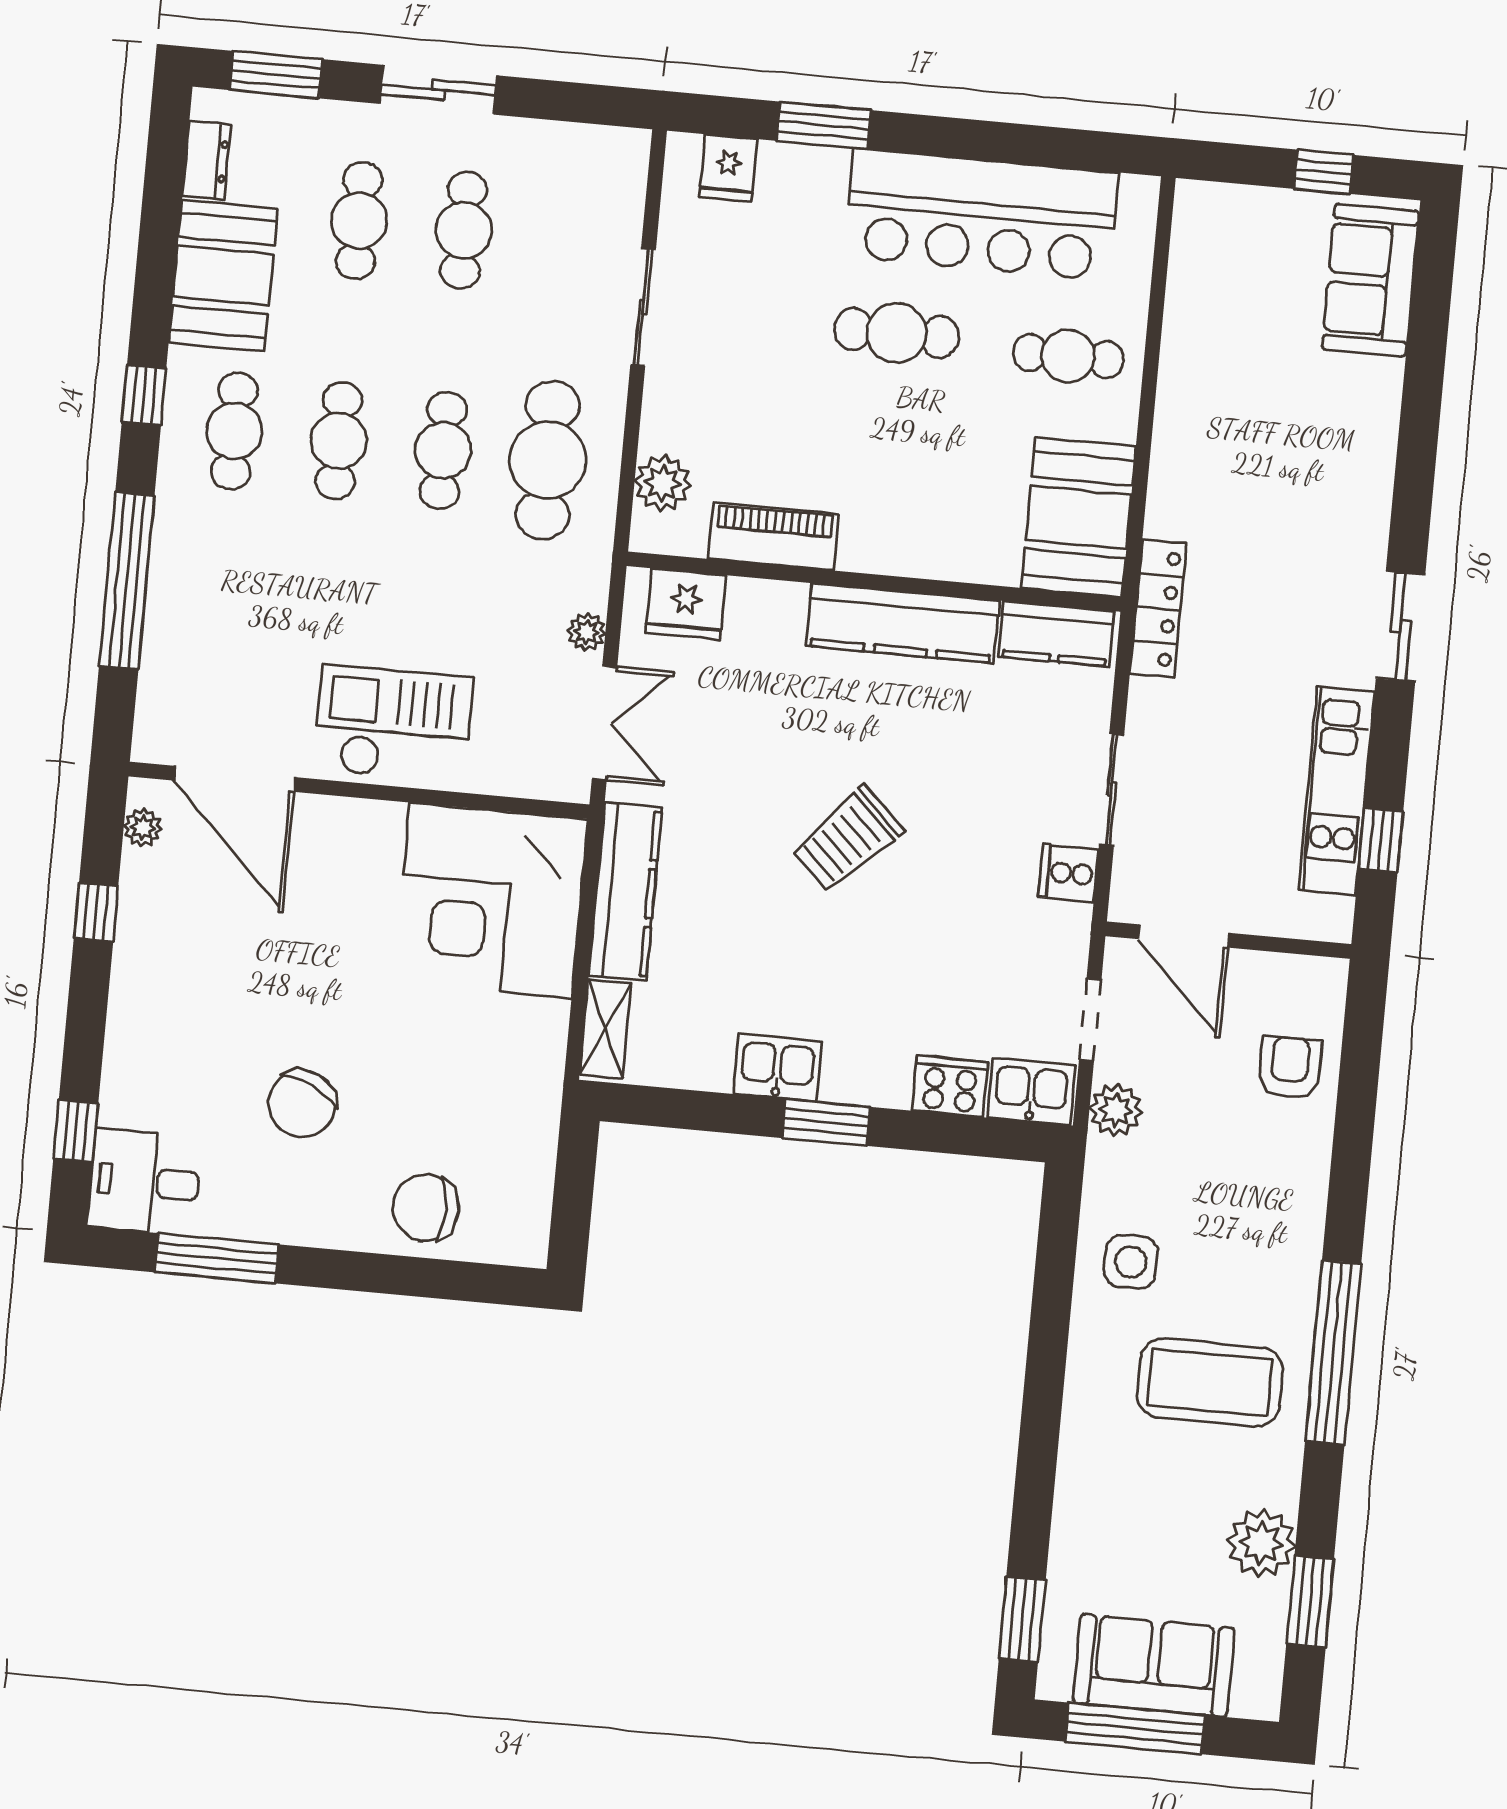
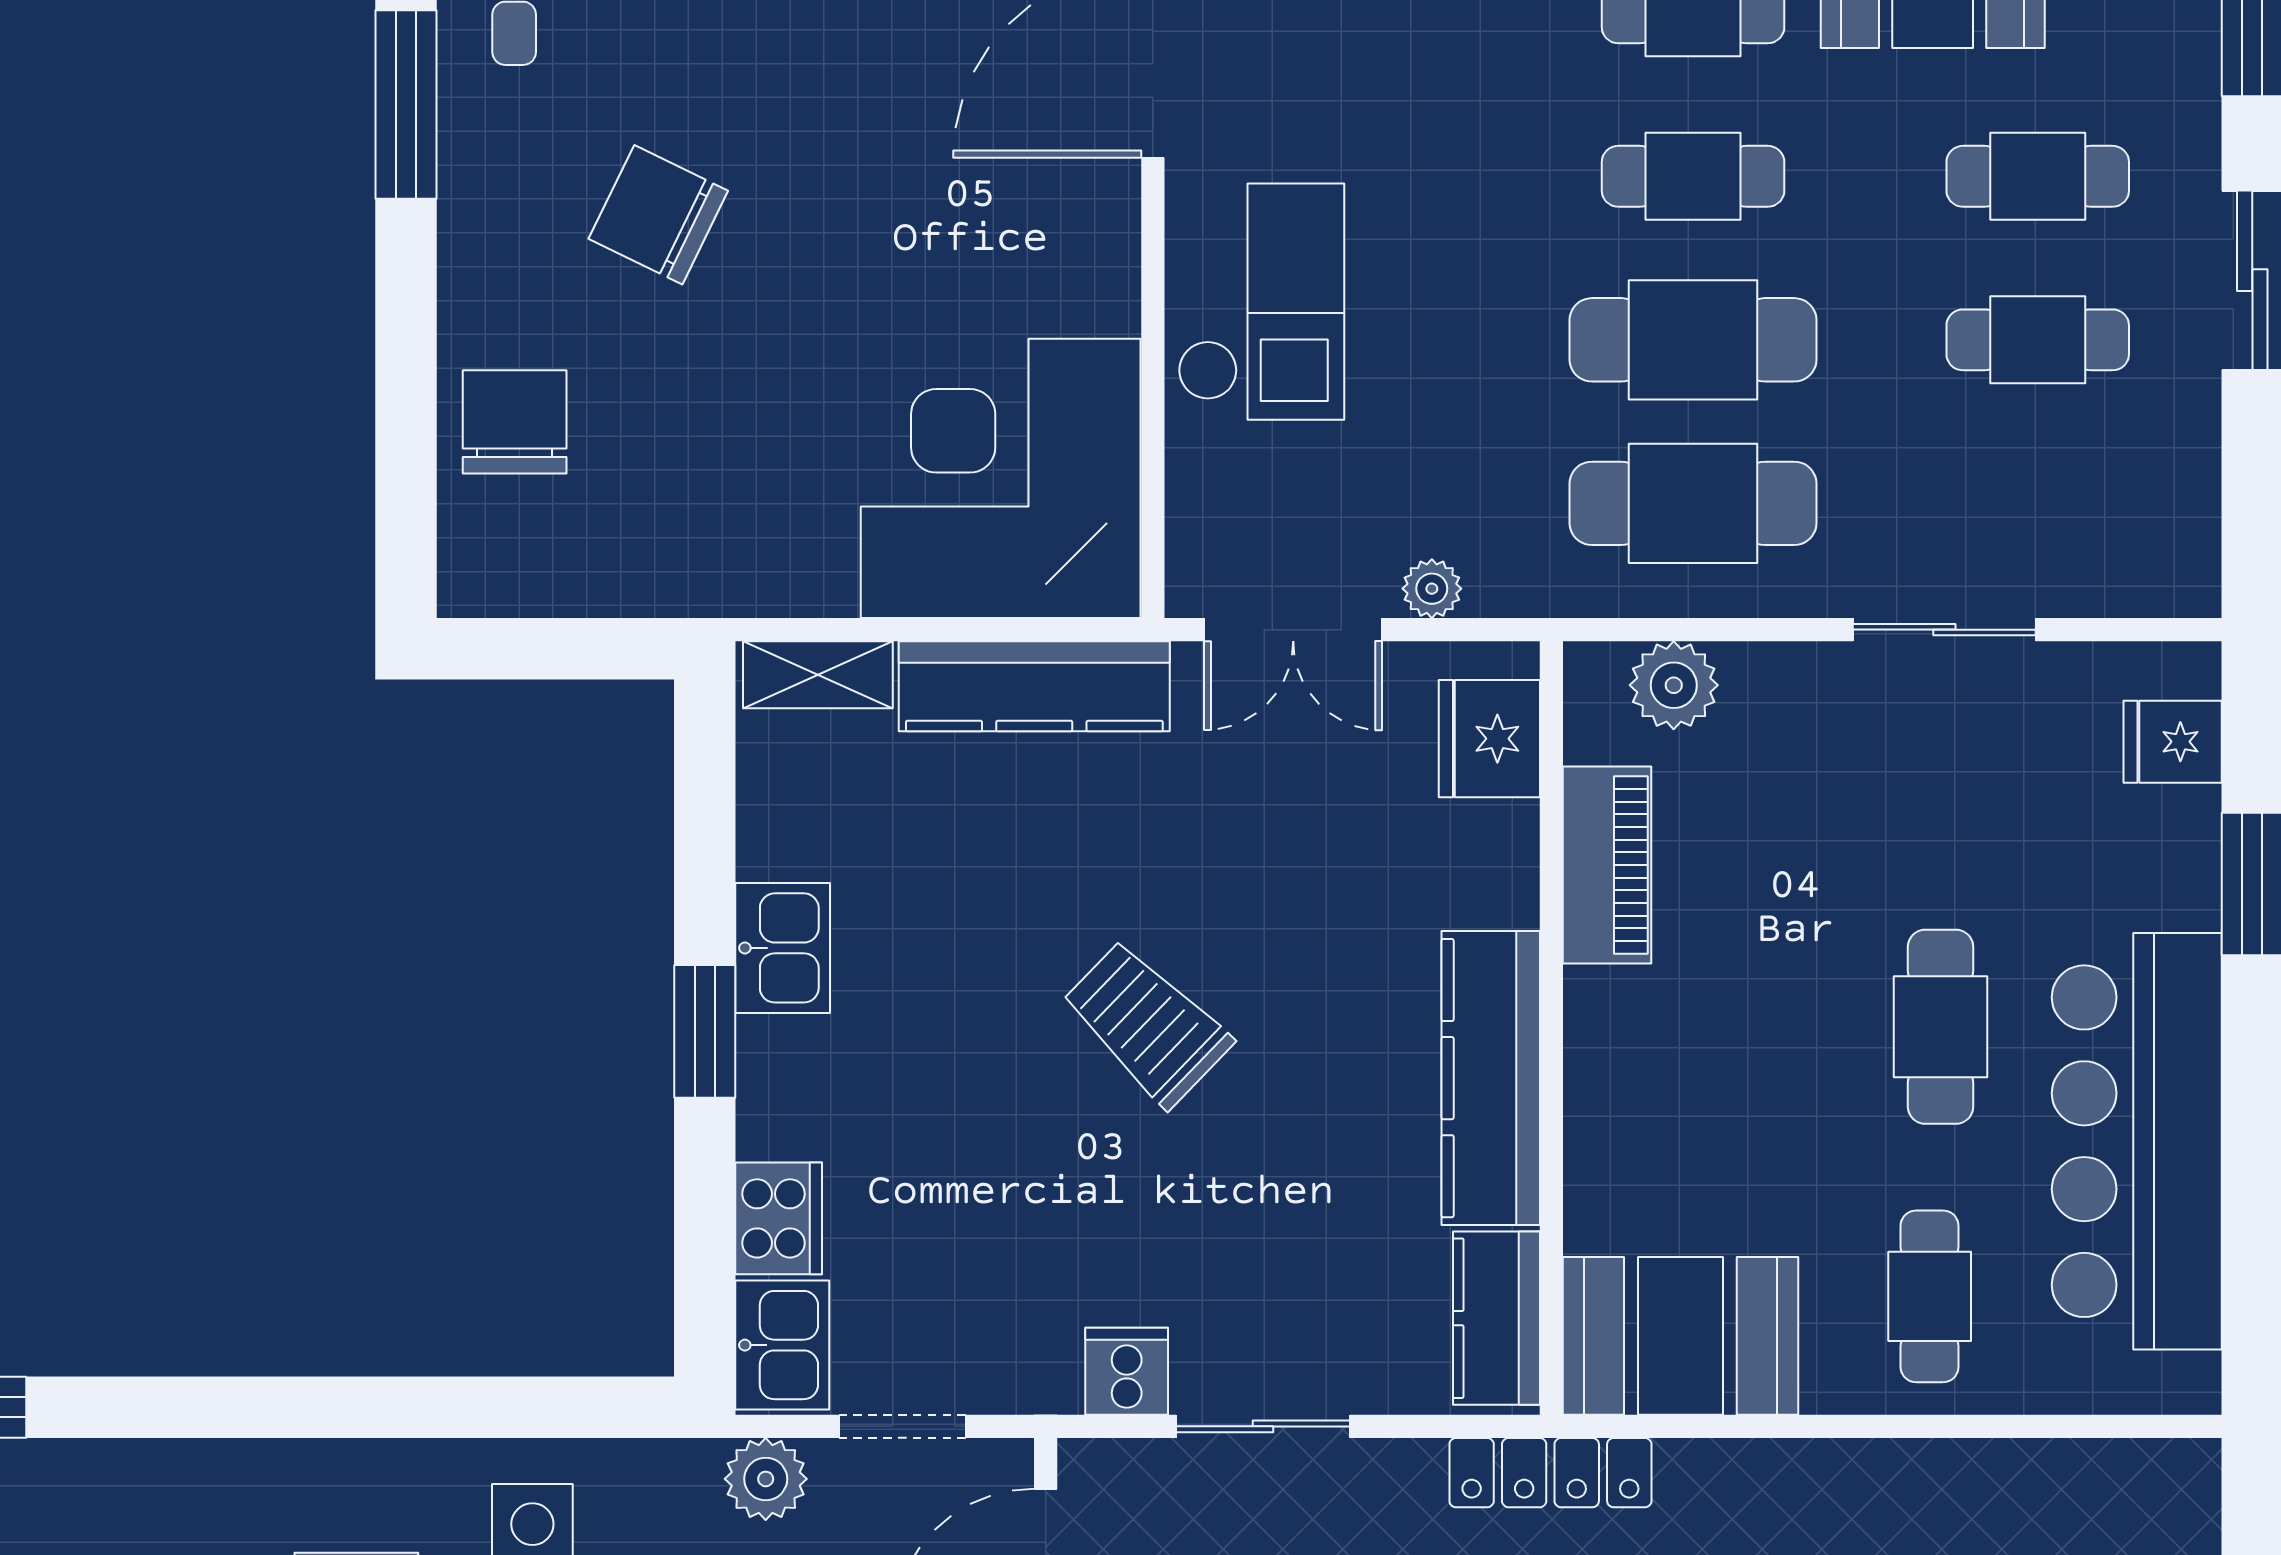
cafe table: (443, 450) -> (1693, 340), width x1.37, depth x1.35

